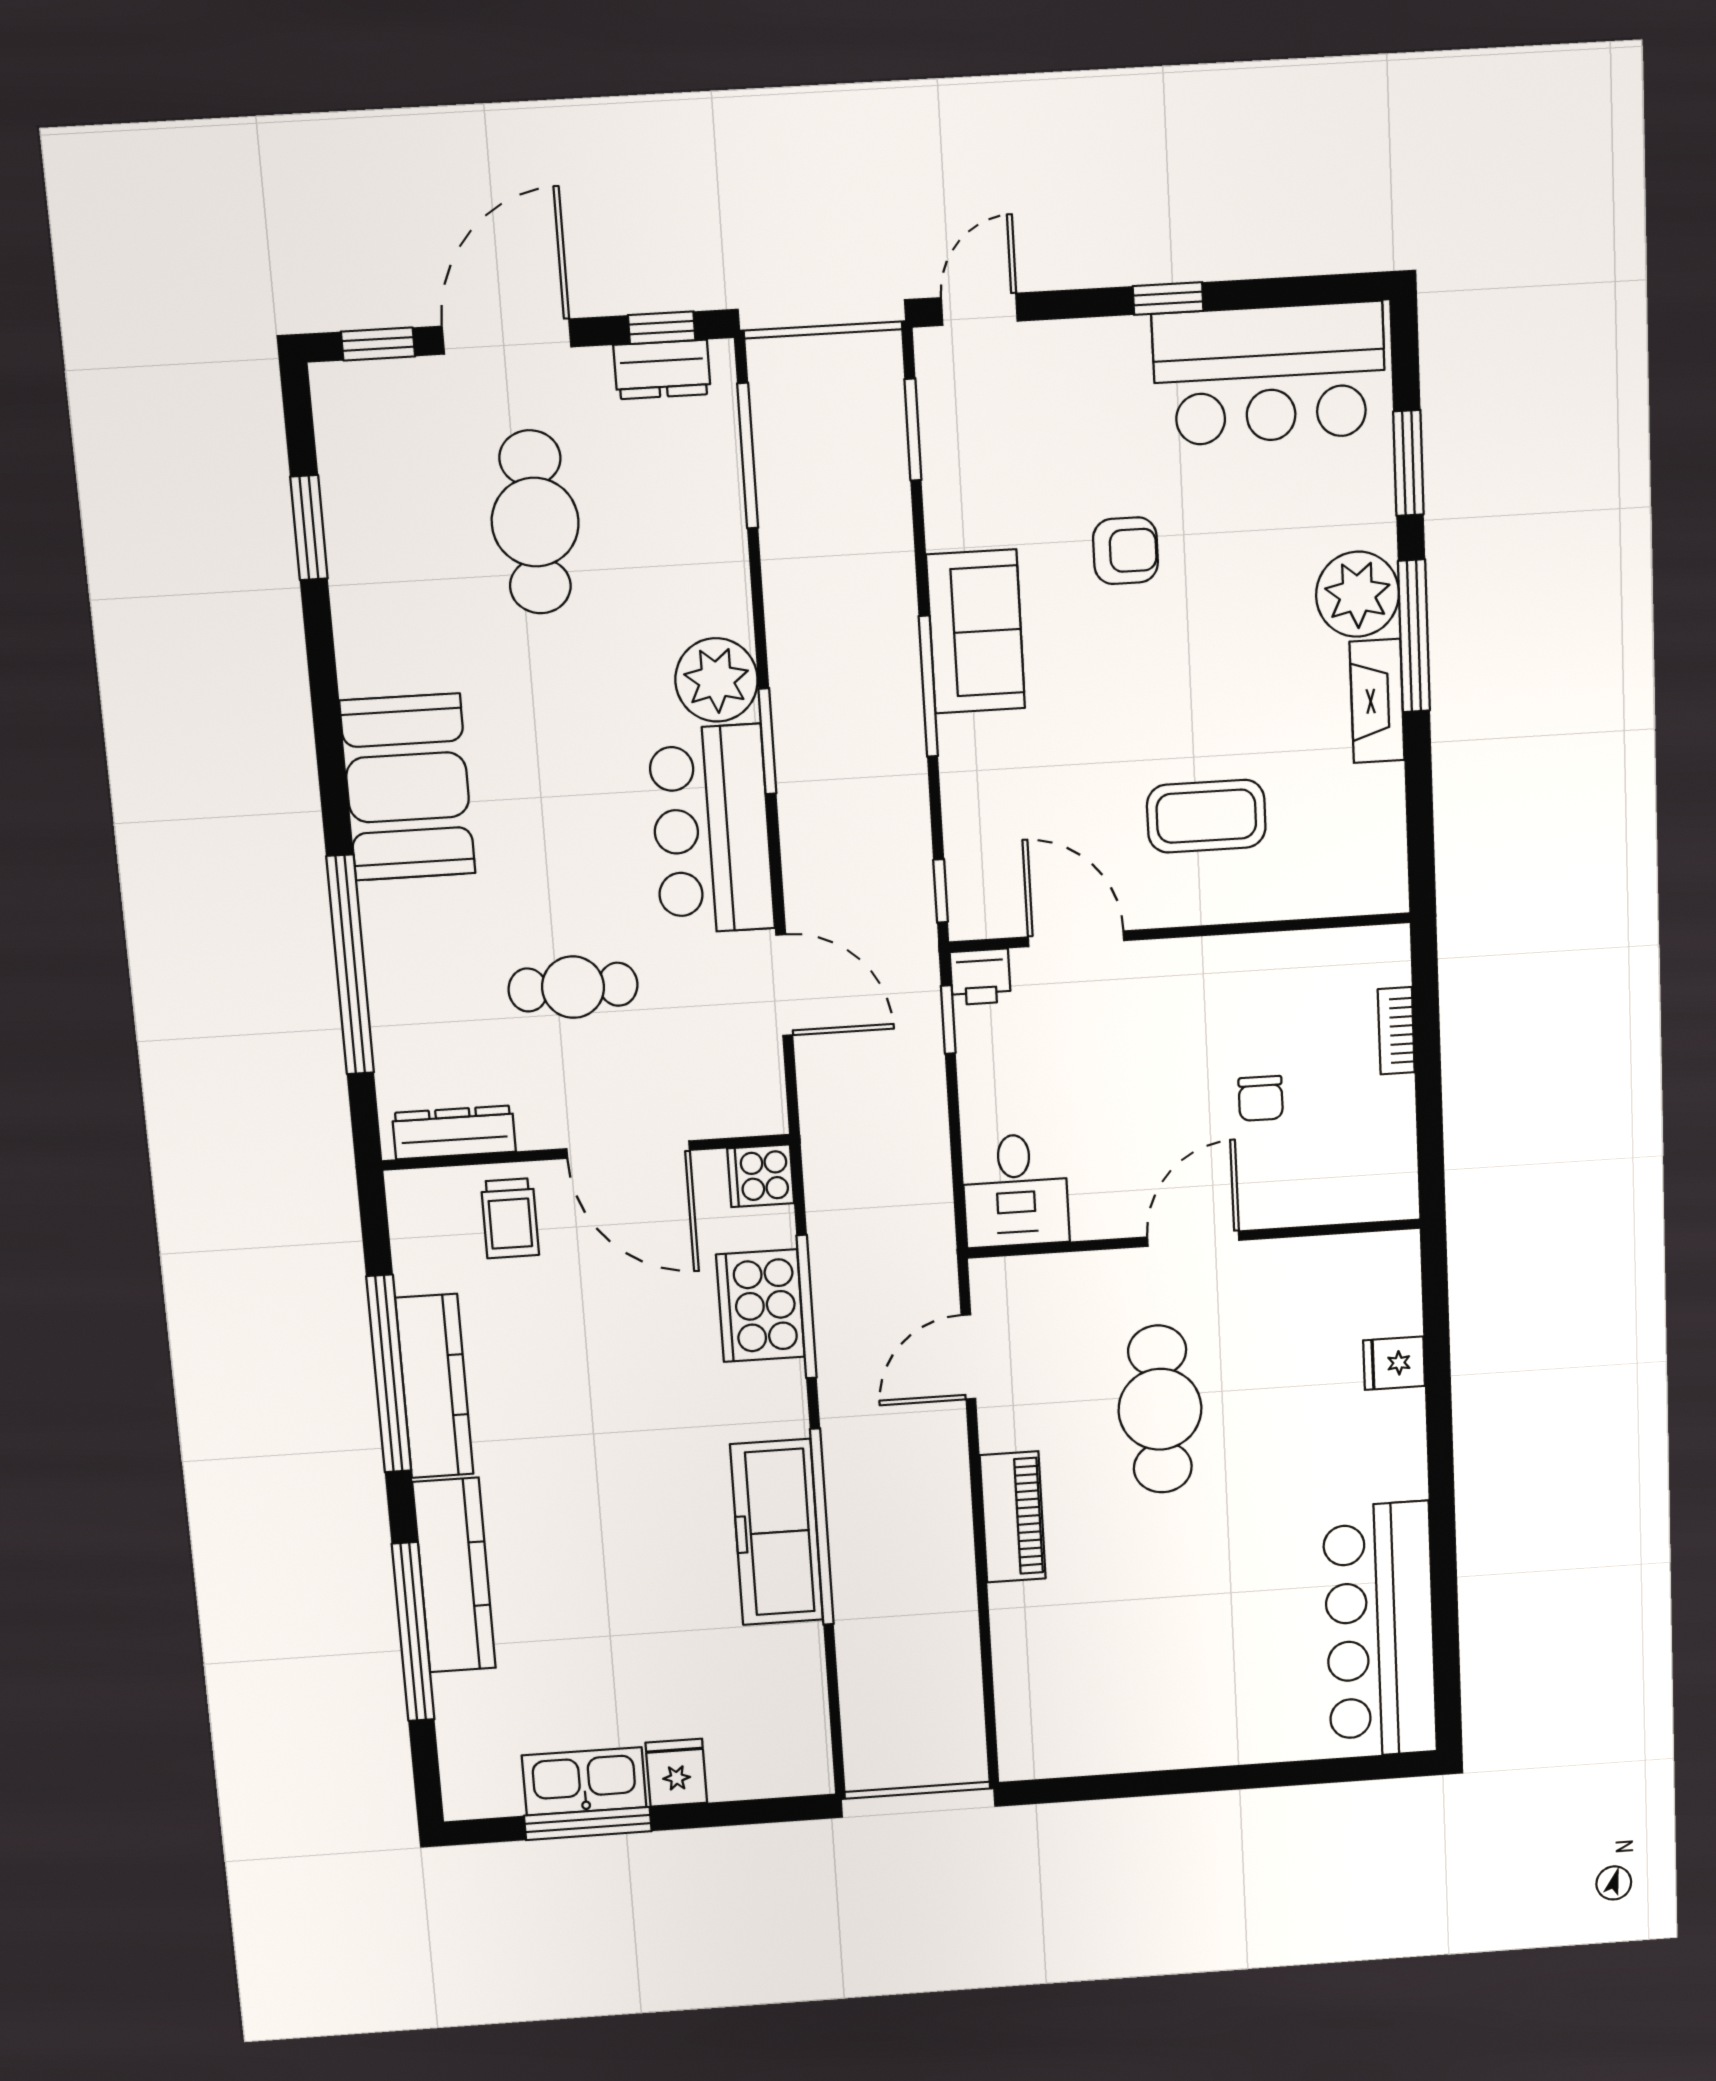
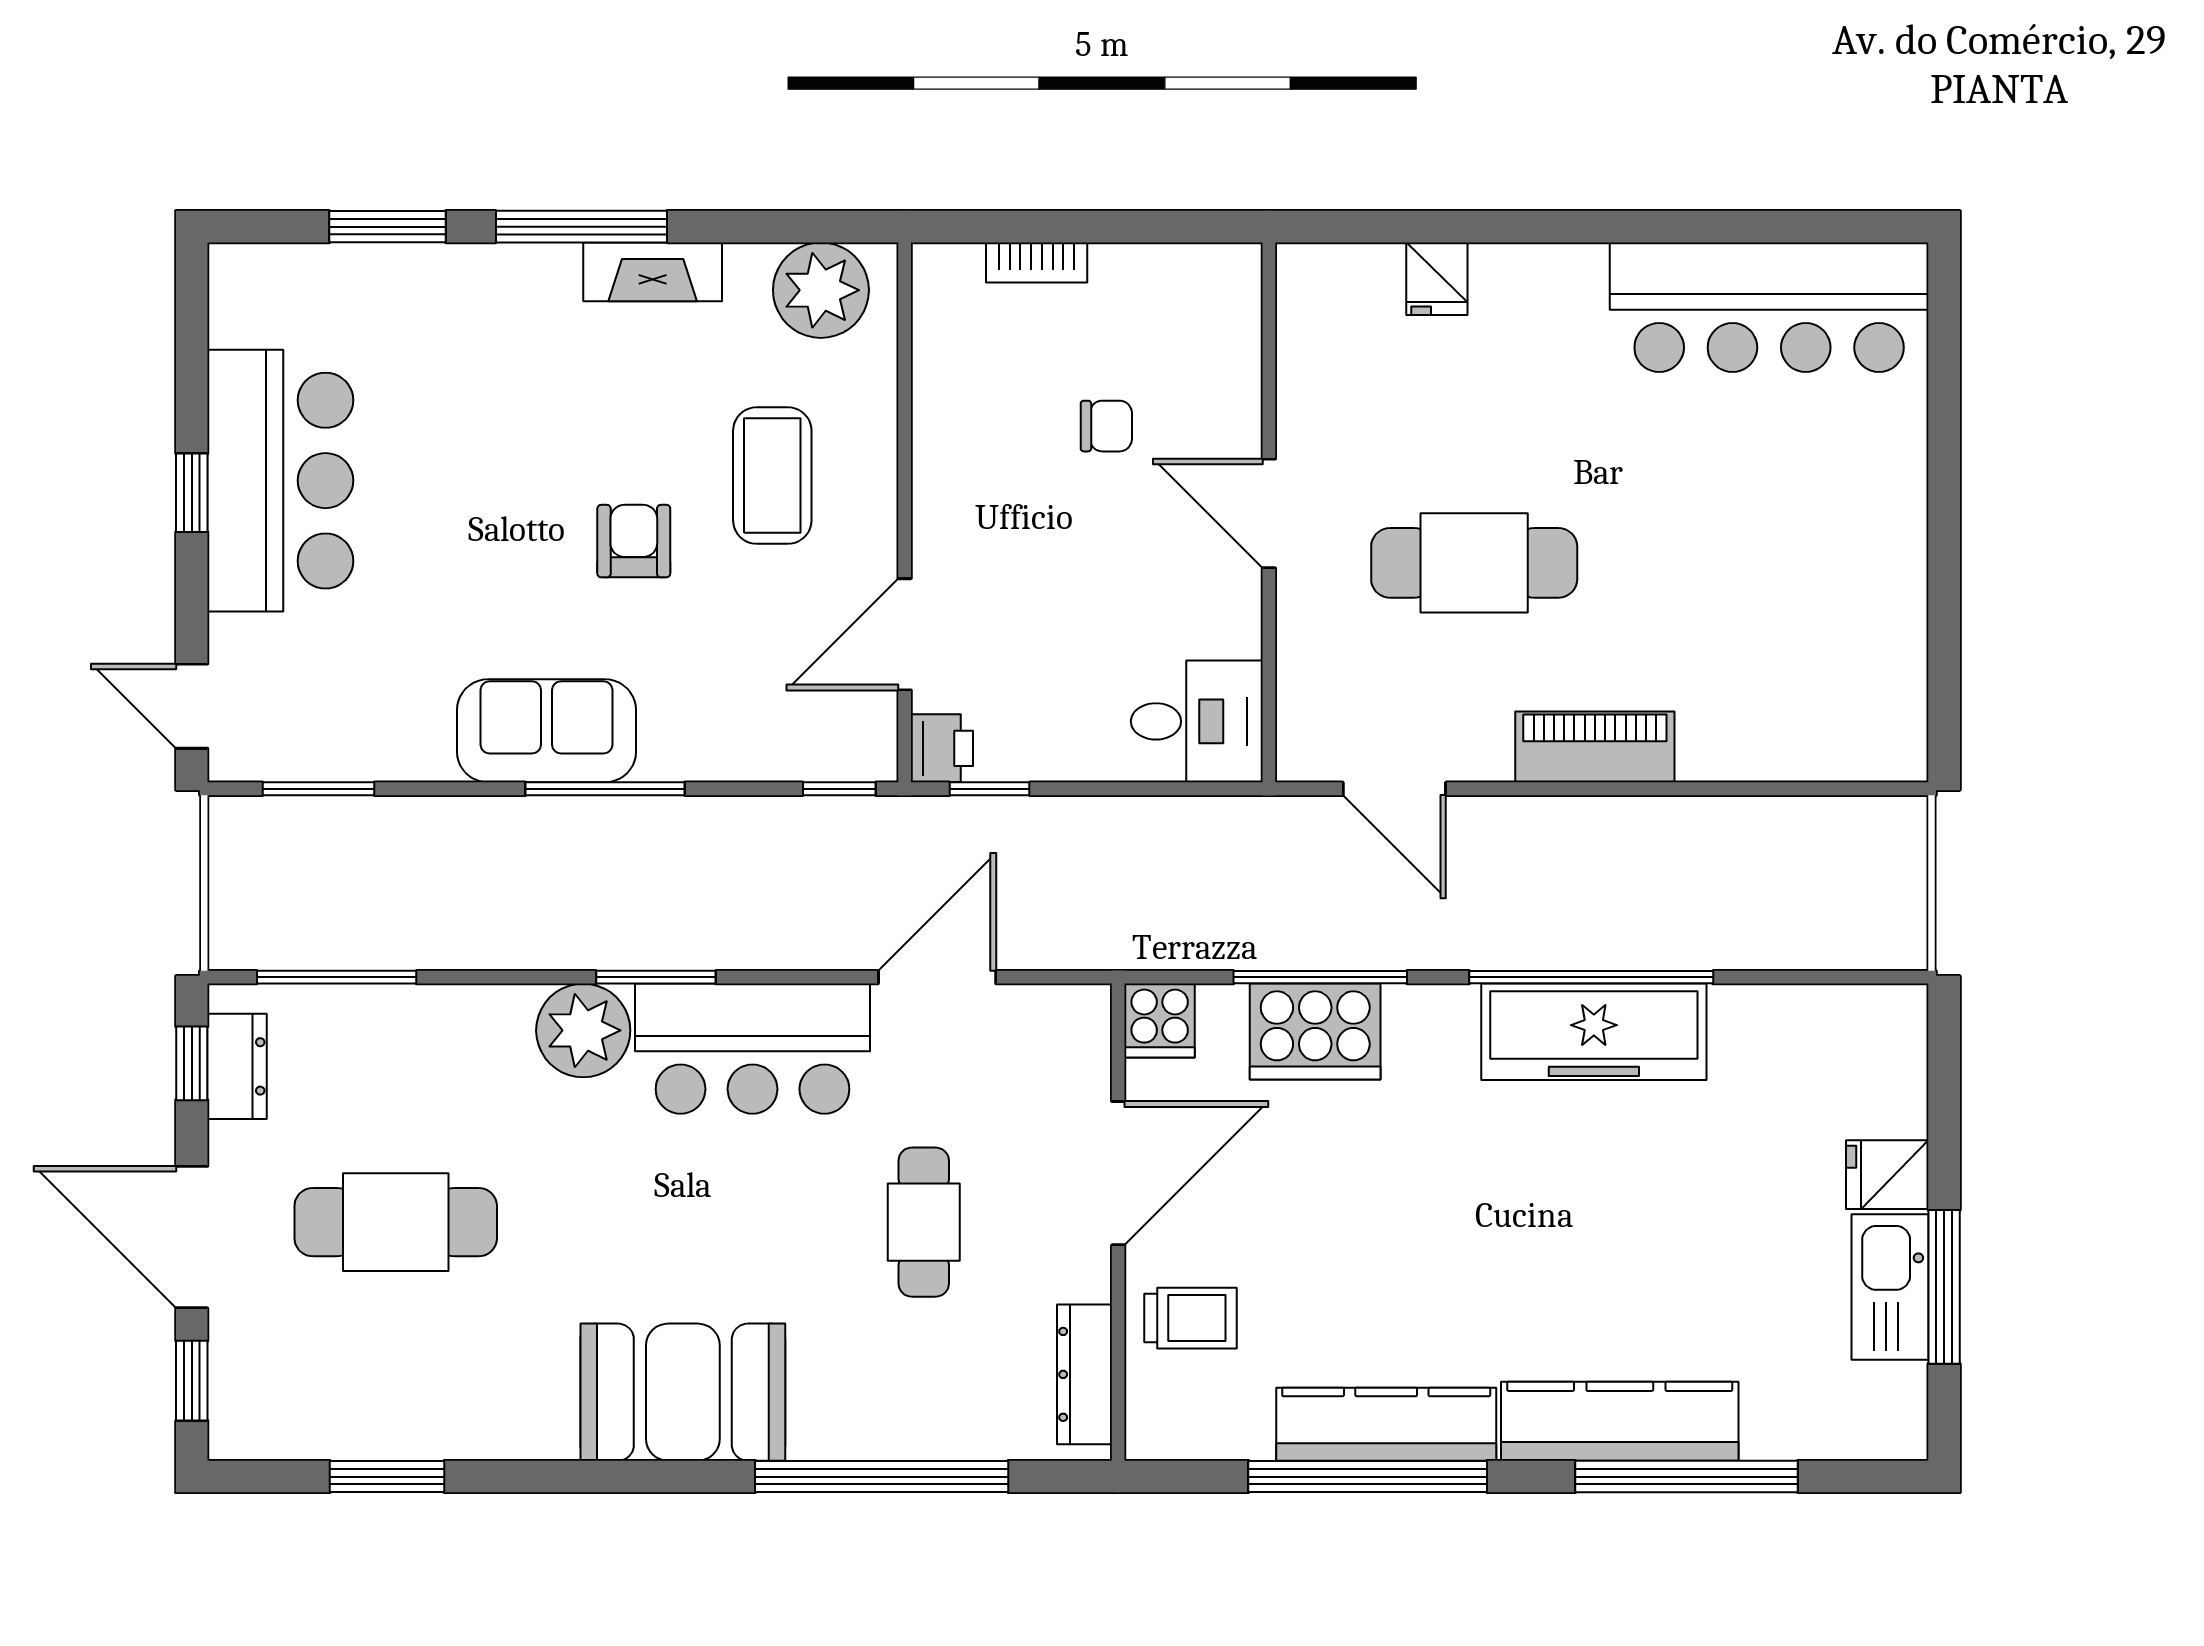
bar counter: (1269, 374) -> (280, 481), moved
armchair: (1125, 551) -> (634, 541), moved
plant: (1358, 594) -> (821, 290), moved

